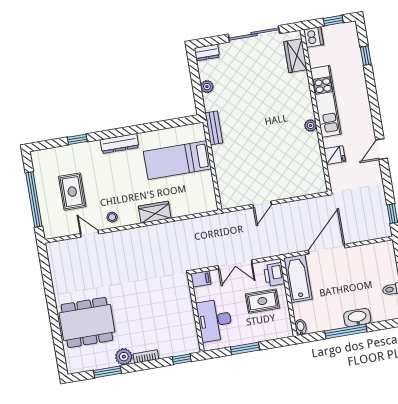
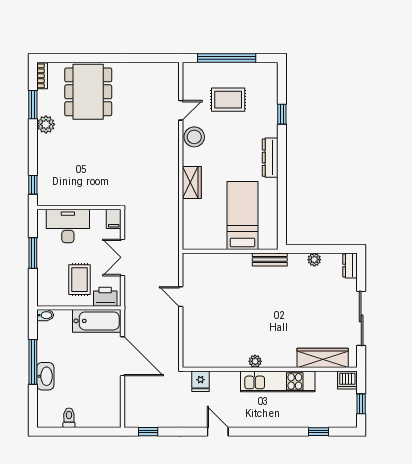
wardrobe: (295, 56) -> (323, 358), width x1.50
fridge: (335, 155) -> (201, 381), moved
stool: (112, 217) -> (194, 137), width x1.89, depth x1.89
bookcase: (146, 356) -> (42, 76), moved

